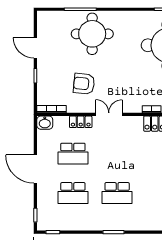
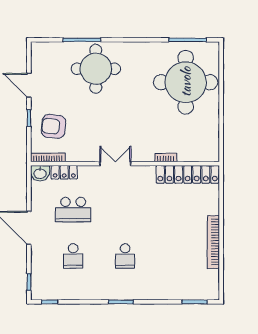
armchair: (84, 84) -> (53, 126), moved
locker: (81, 122) -> (64, 172), moved
school desk: (73, 193) -> (73, 256), width x0.54
school desk: (117, 193) -> (125, 256), width x0.54

